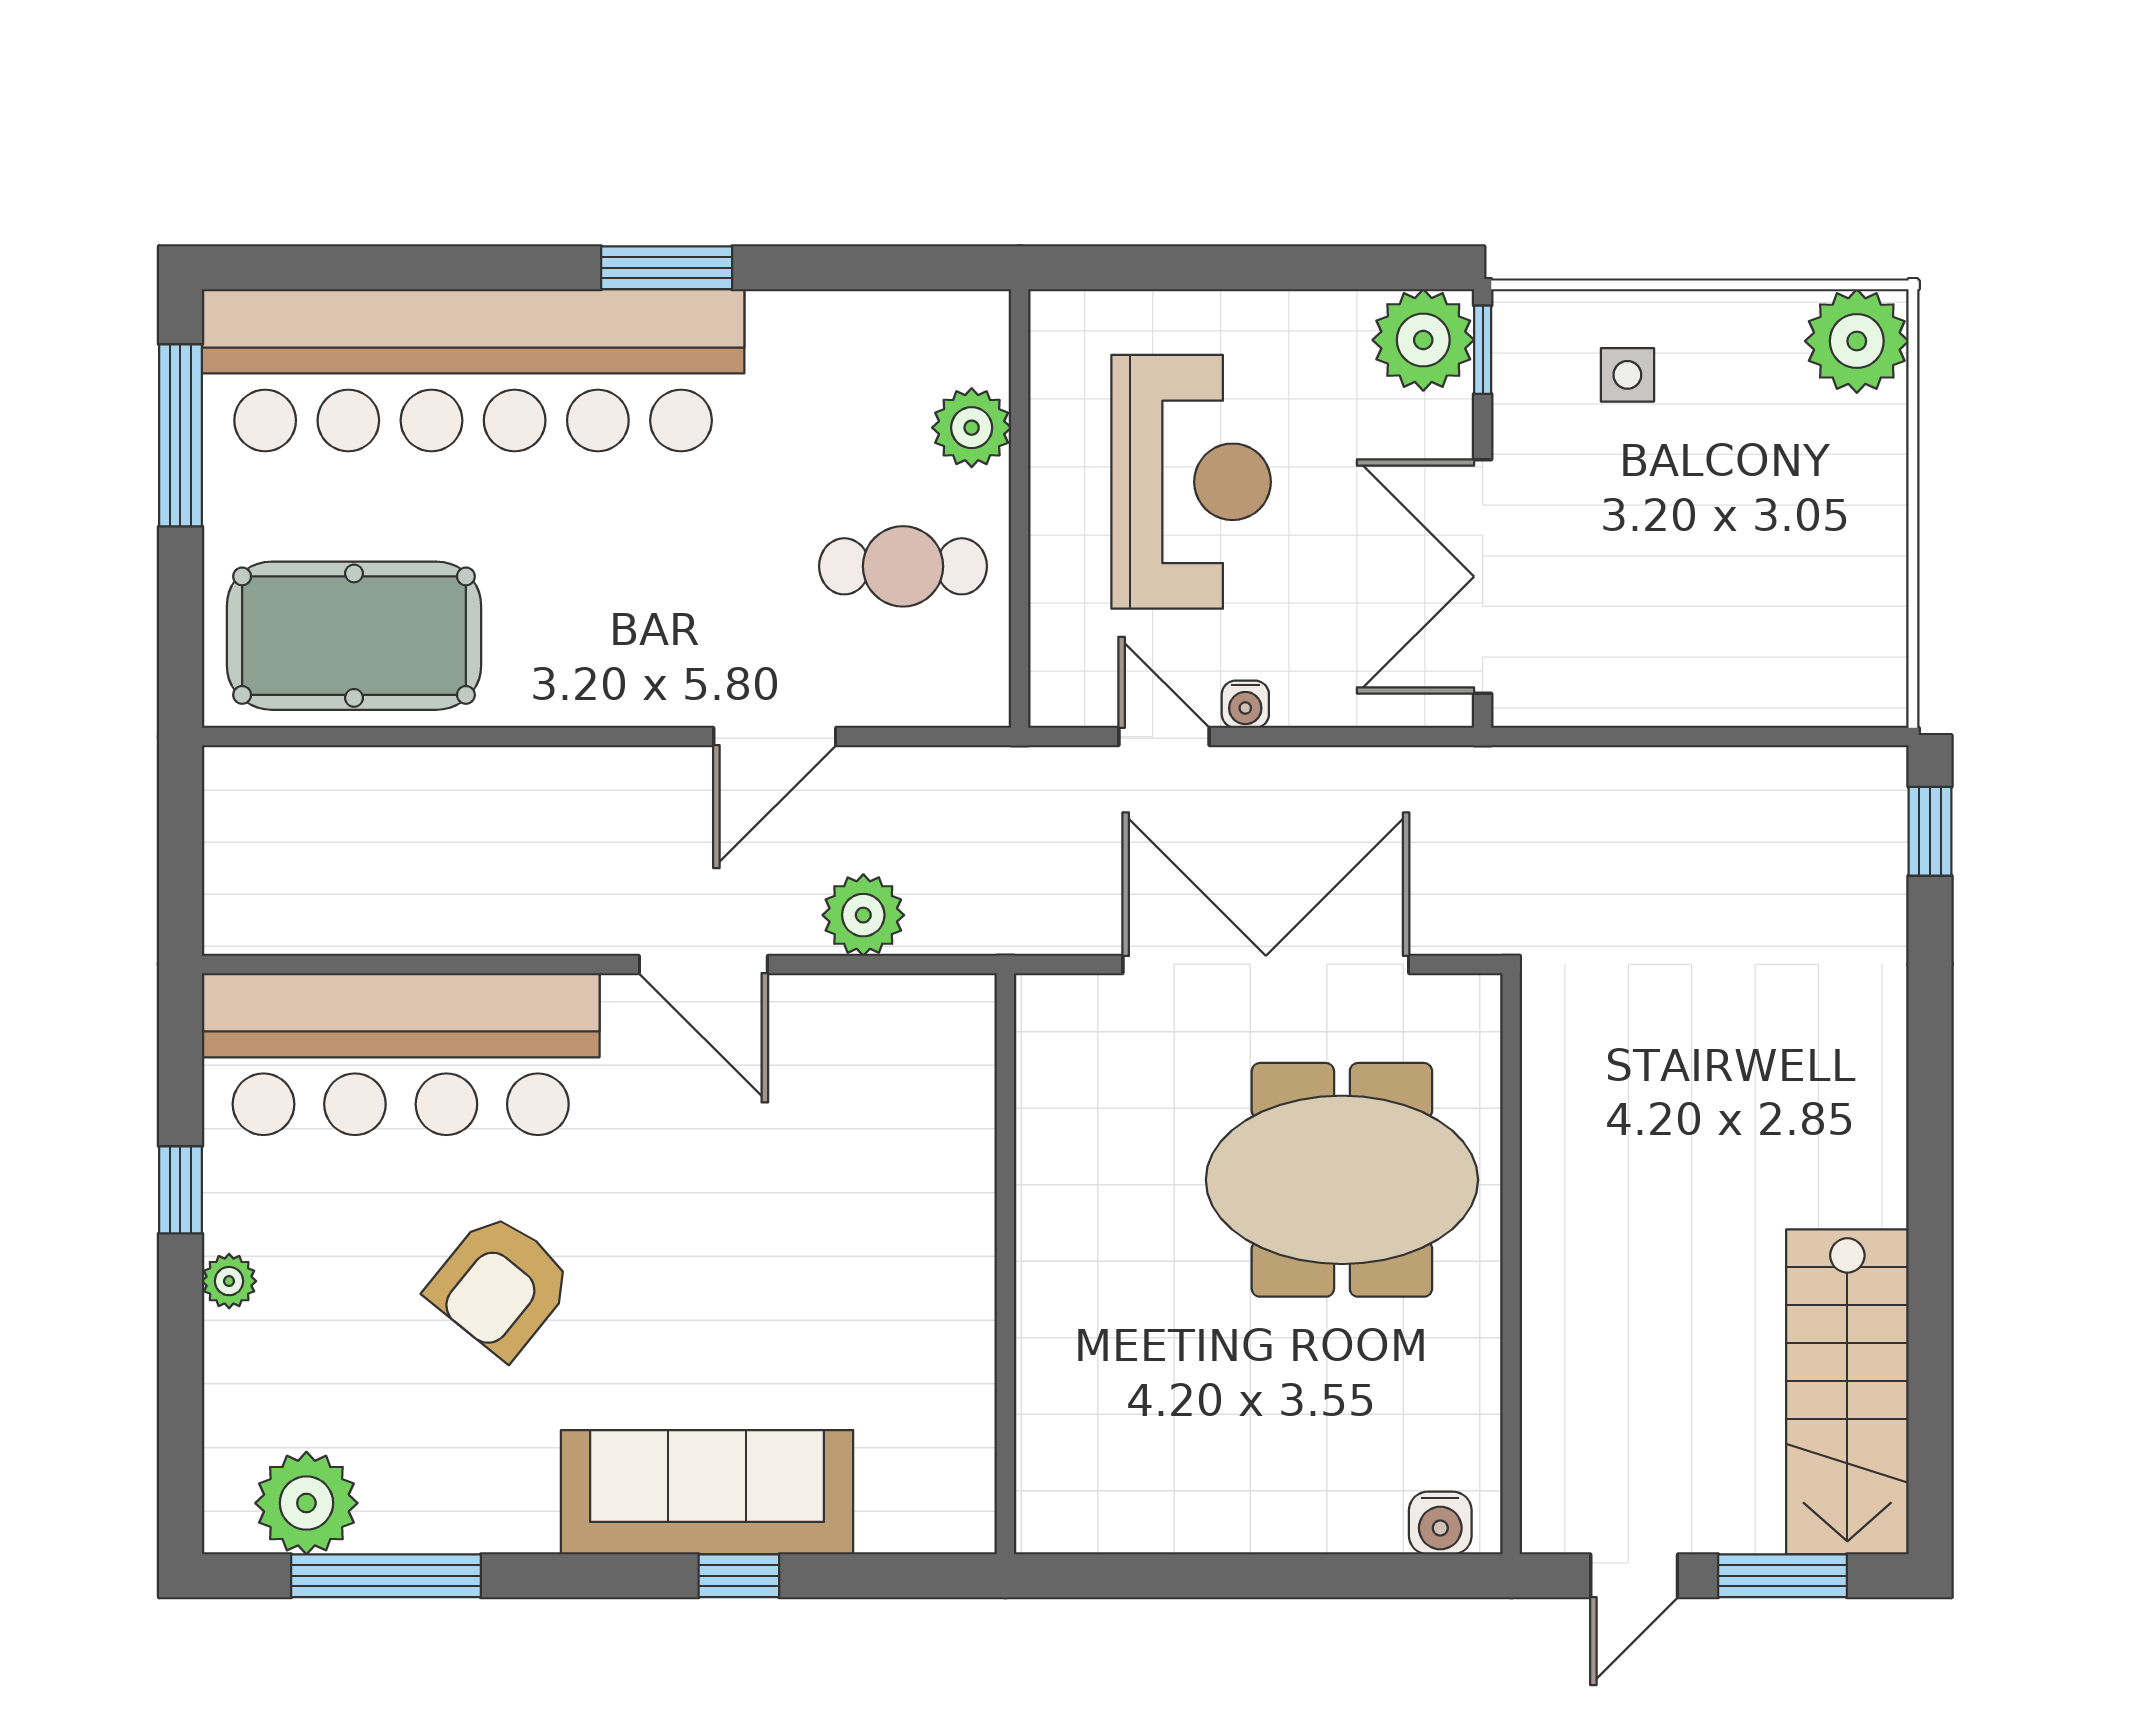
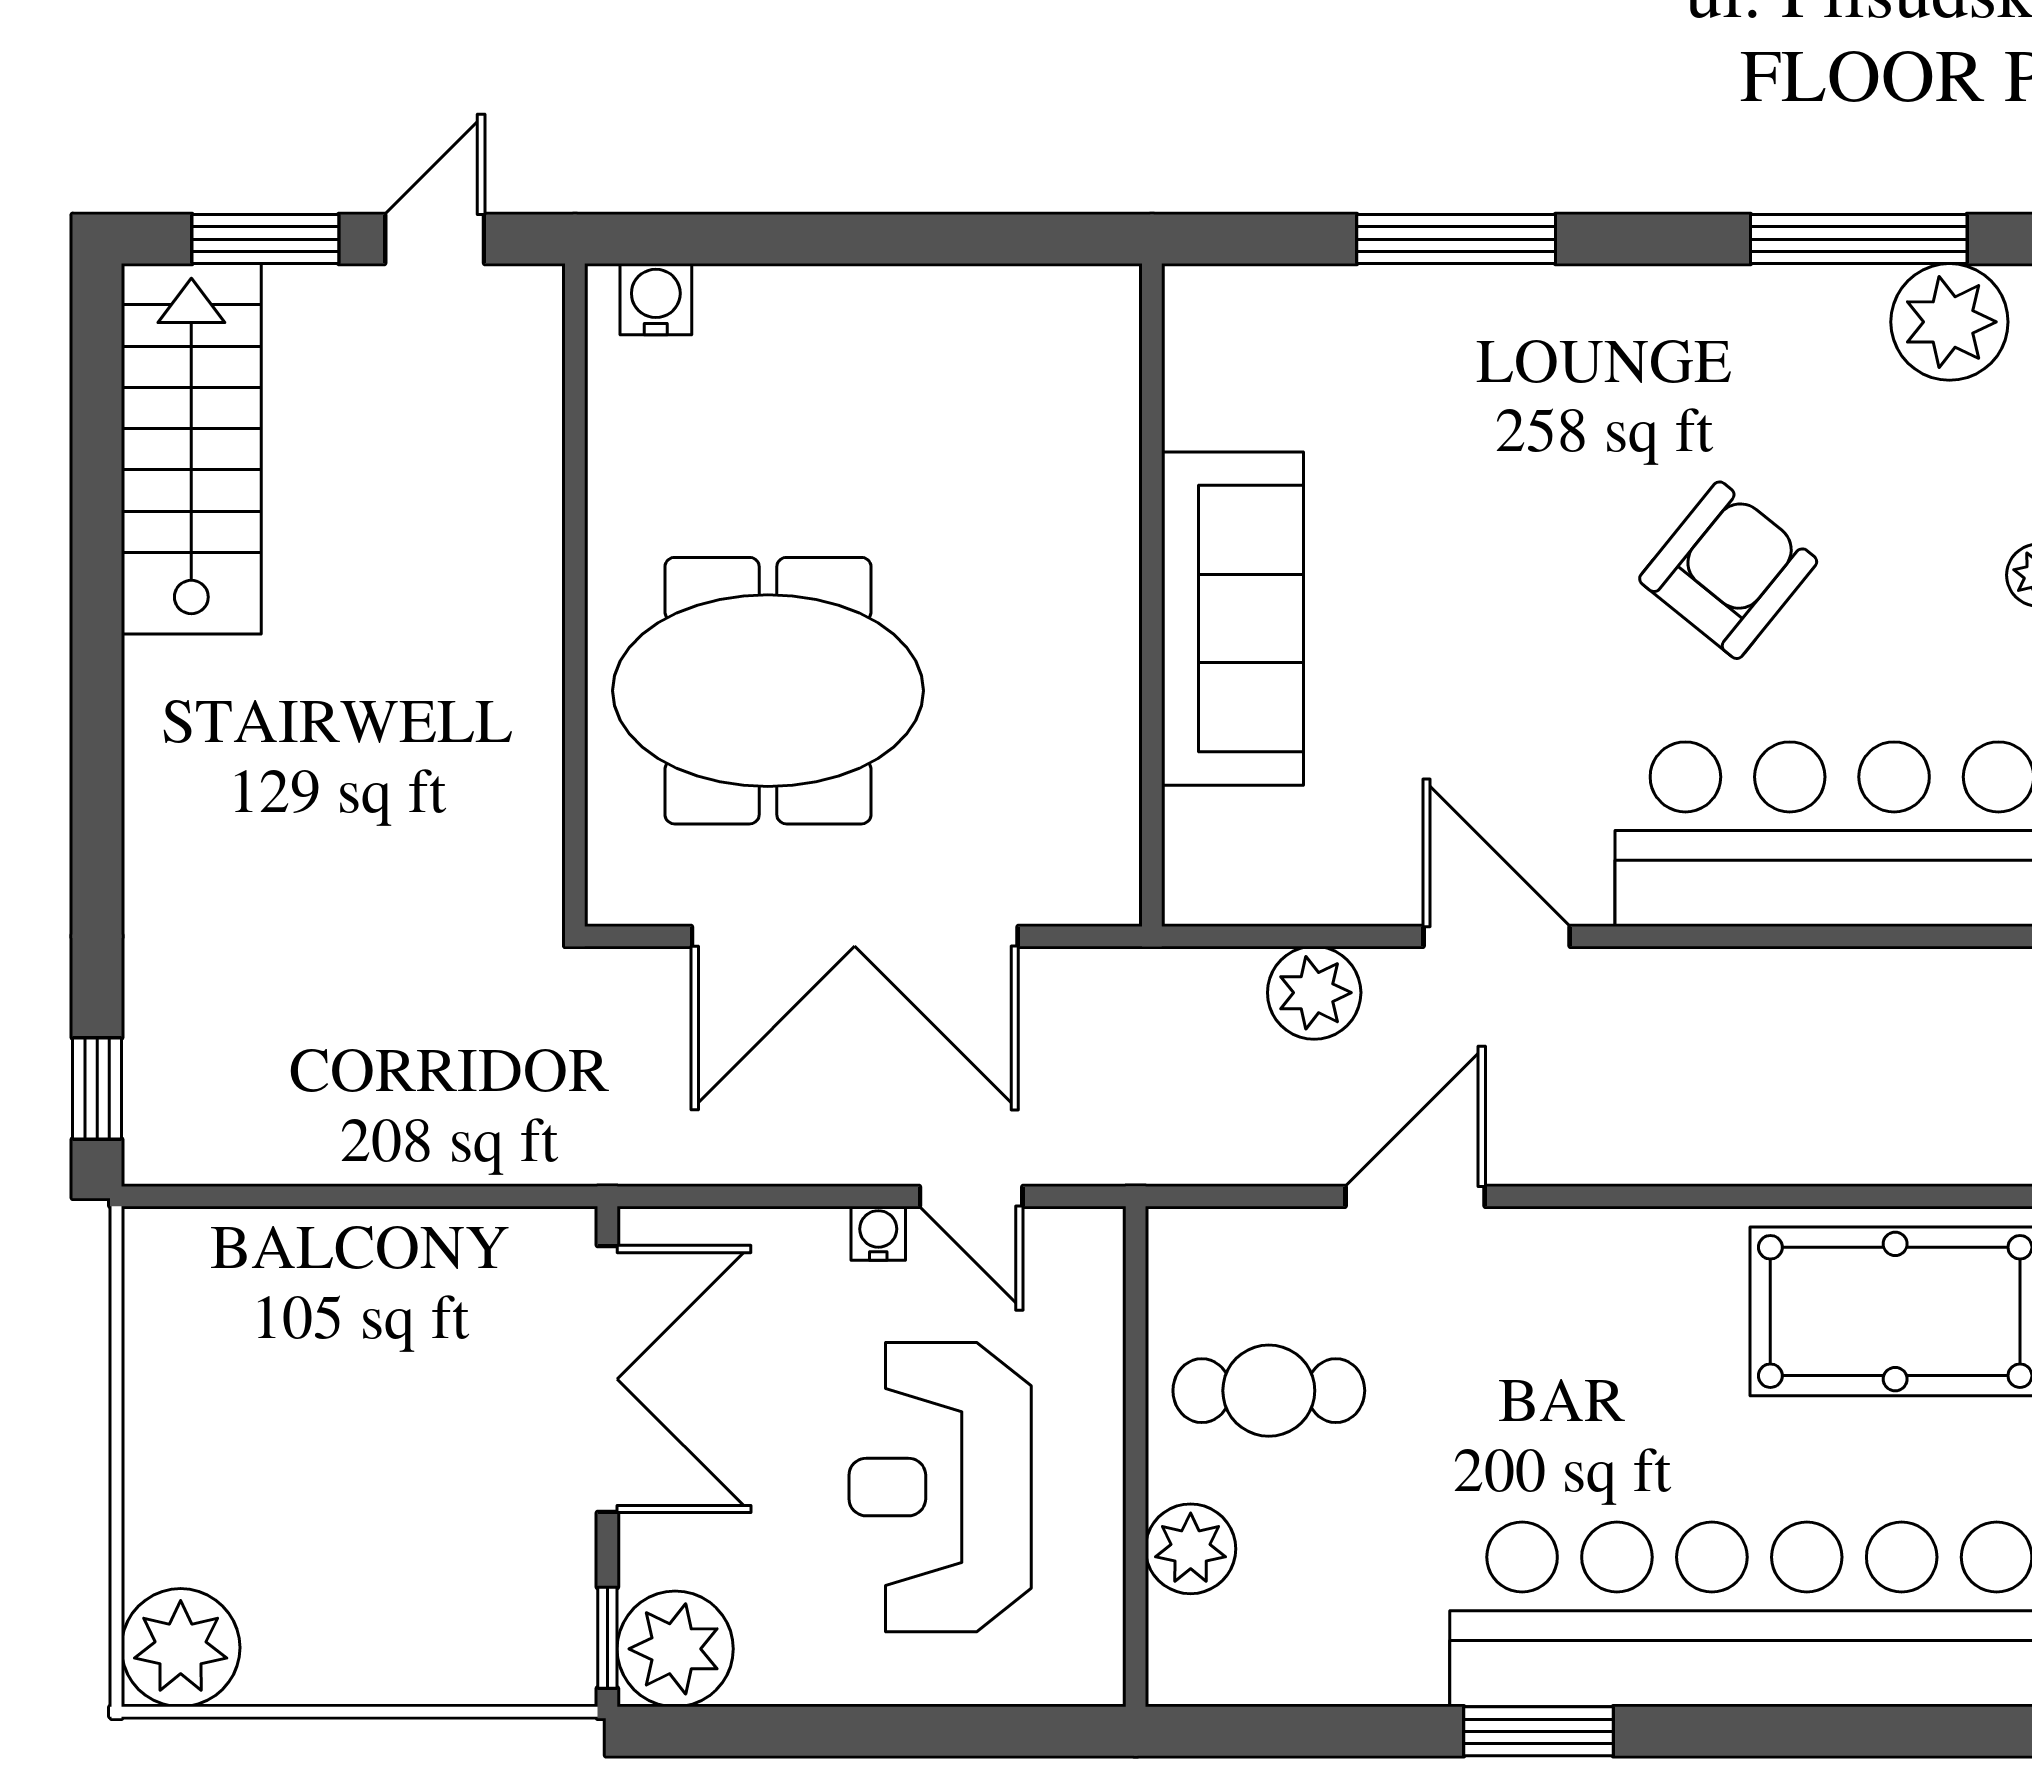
side table: (1627, 375) -> (442, 1609), removed
sofa: (707, 1492) -> (1233, 619), moved, turned -90
window: (739, 1576) -> (1456, 239), width x2.17

